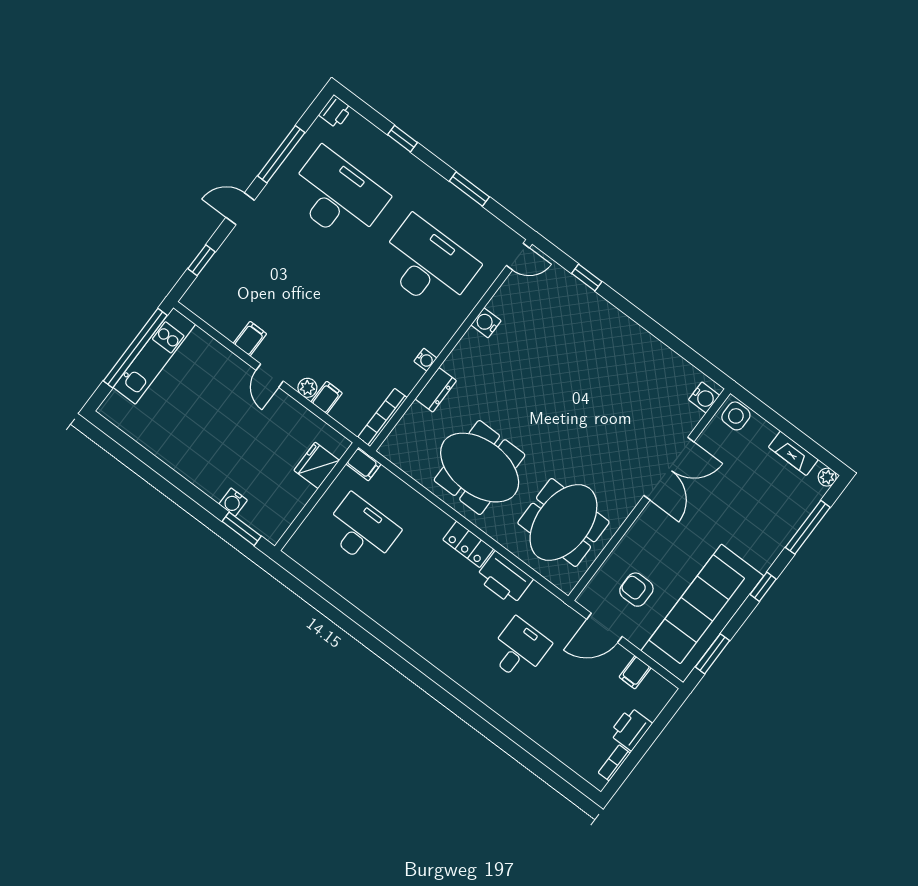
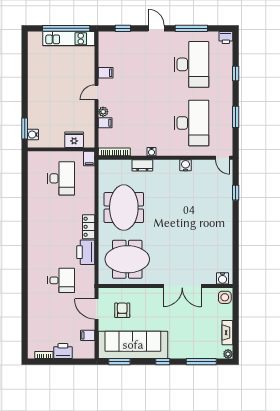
water cooler: (233, 502) -> (33, 135), moved

